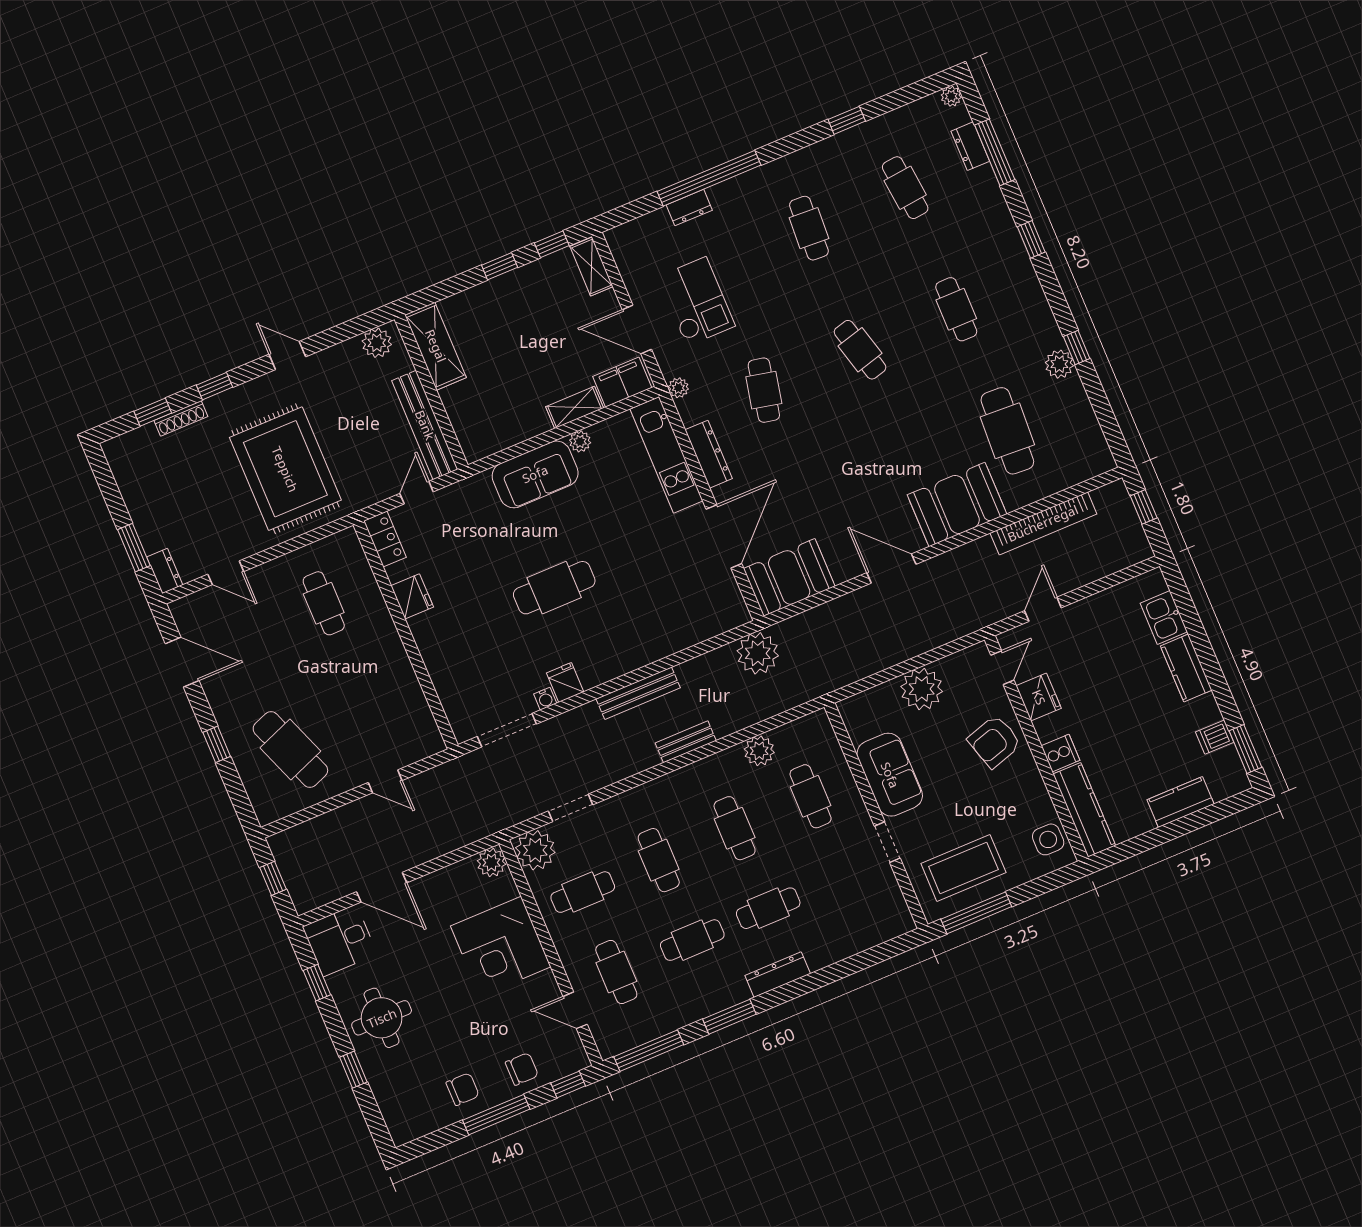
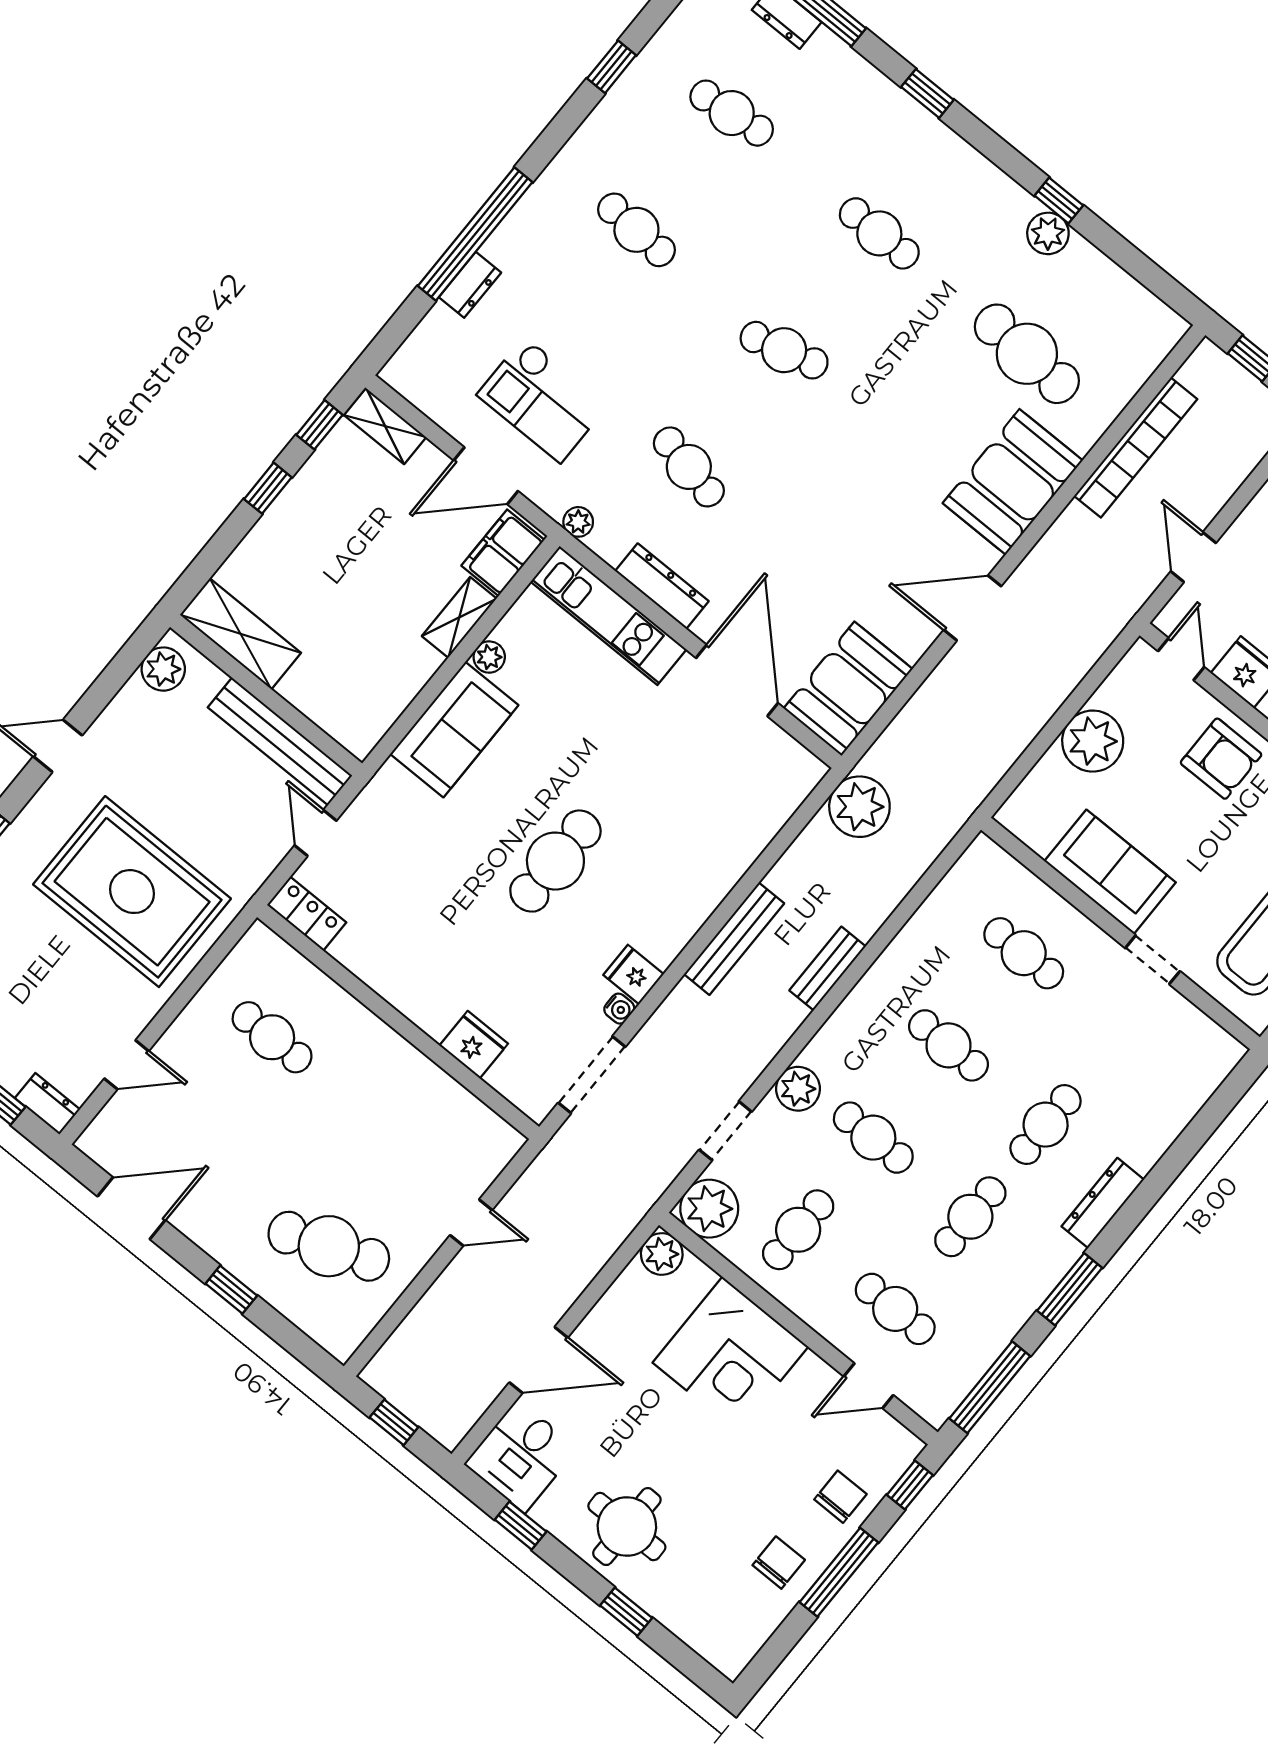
checkout: (696, 301) -> (543, 400), turned 180
fridge: (412, 596) -> (474, 1045), moved
armchair: (994, 741) -> (1221, 759), turned -73
plant: (759, 751) -> (798, 1089), moved

